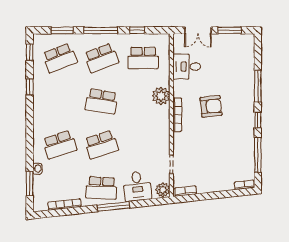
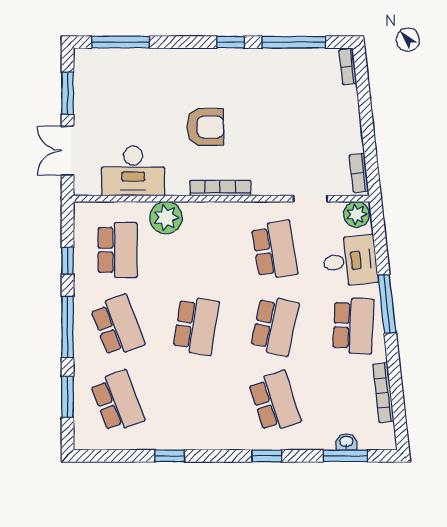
double door: (198, 30) -> (68, 151), swing flipped
window: (30, 52) -> (267, 456), moved
desk: (187, 67) -> (133, 171), width x1.37
window: (258, 86) -> (121, 42), moved
plant: (161, 96) -> (166, 218), moved
armchair: (211, 106) -> (205, 127), turned 96
school desk: (101, 145) -> (275, 326), turned 30
school desk: (143, 145) -> (275, 250), added
washbasin: (37, 169) -> (346, 442), moved

